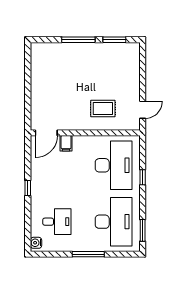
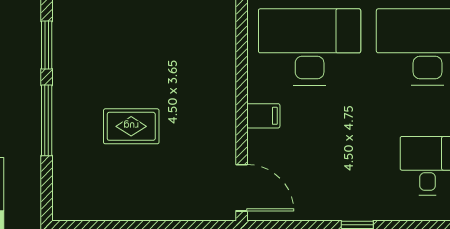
rug: (103, 109) -> (131, 126), moved, turned 90
filing cabinet: (66, 143) -> (263, 116), moved

